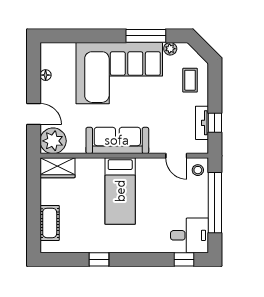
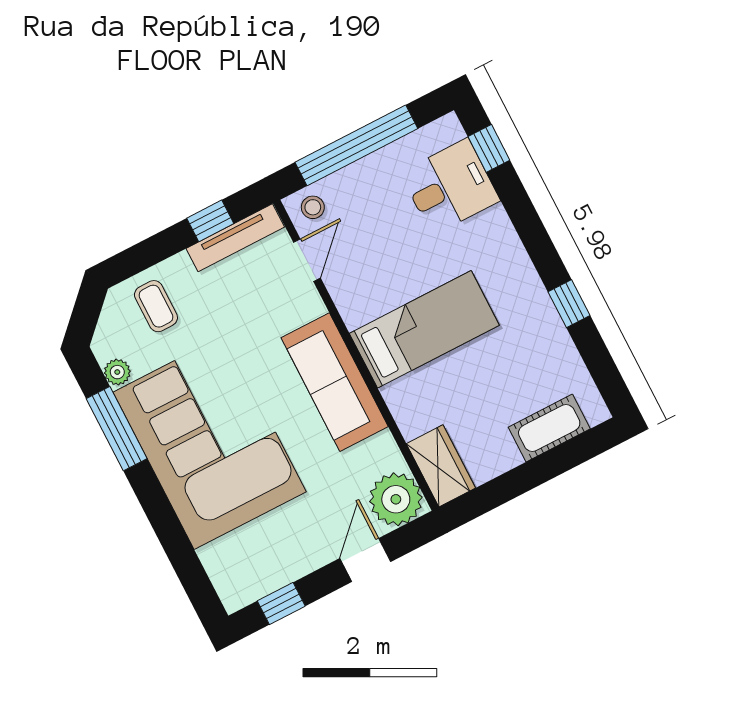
window: (34, 68) -> (281, 603), added
floor lamp: (46, 75) -> (283, 575), removed
coffee table: (190, 80) -> (156, 306), turned 90
tv unit: (202, 123) -> (235, 238), width x1.41
desk: (189, 235) -> (450, 187), moved, turned 90

